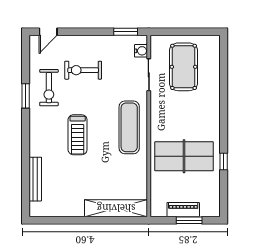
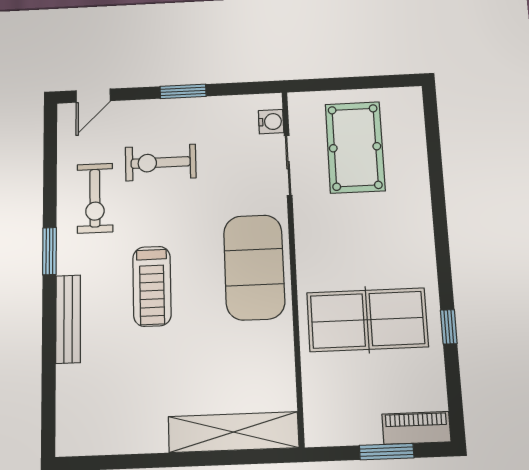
window: (126, 32) -> (183, 91), moved
window: (26, 96) -> (49, 251), moved
exercise mat: (129, 127) -> (254, 267), width x1.47
bench: (35, 179) -> (68, 319), moved
piano: (183, 210) -> (416, 428), moved

